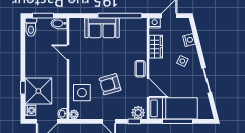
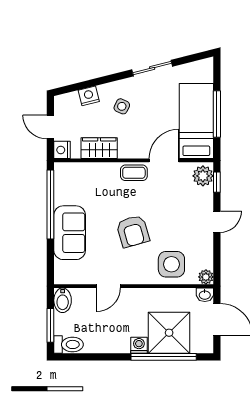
armchair: (110, 84) -> (133, 231), moved
window: (23, 88) -> (164, 357), width x3.17
washing machine: (30, 110) -> (139, 345), moved

